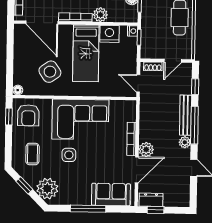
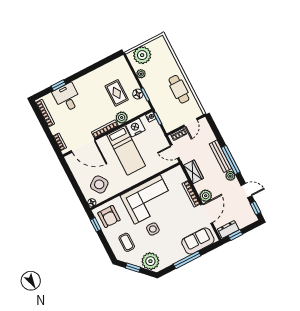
side table: (50, 72) -> (99, 184), moved
window: (195, 87) -> (255, 208), moved
wardrobe: (147, 116) -> (193, 172), added

